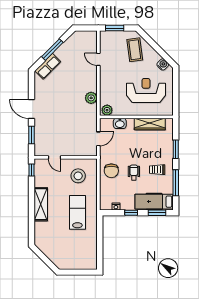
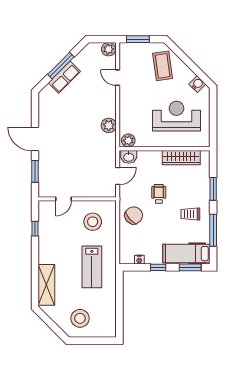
plant: (91, 36) -> (109, 49), added
row of seats: (48, 66) -> (64, 77), moved
washbasin: (120, 123) -> (129, 157), moved
door: (55, 157) -> (63, 199), hinge flipped
window: (31, 170) -> (35, 229), moved
chair: (111, 171) -> (134, 215), turned -132
wheelchair: (134, 173) -> (159, 194), moved
shelving: (41, 204) -> (46, 285), moved
lab bench: (77, 212) -> (92, 267), turned 180
stool: (68, 254) -> (80, 318), added

